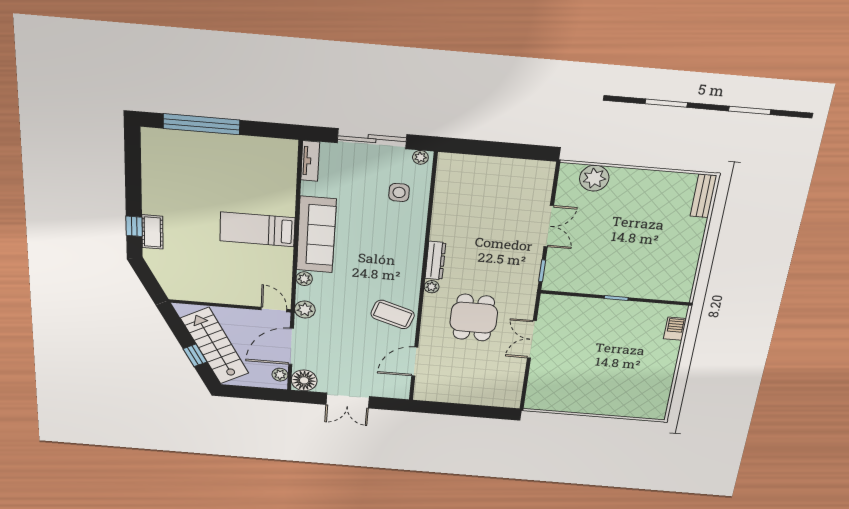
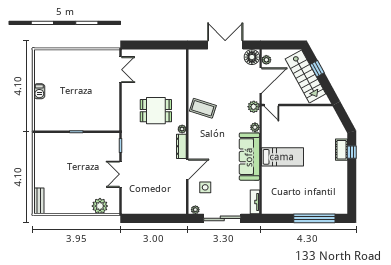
dining table: (474, 318) -> (156, 111), turned 90
barbecue: (675, 329) -> (39, 91), moved
double door: (532, 339) -> (121, 70), moved
door: (415, 362) -> (187, 169), moved
double door: (348, 401) -> (225, 45), width x1.37

